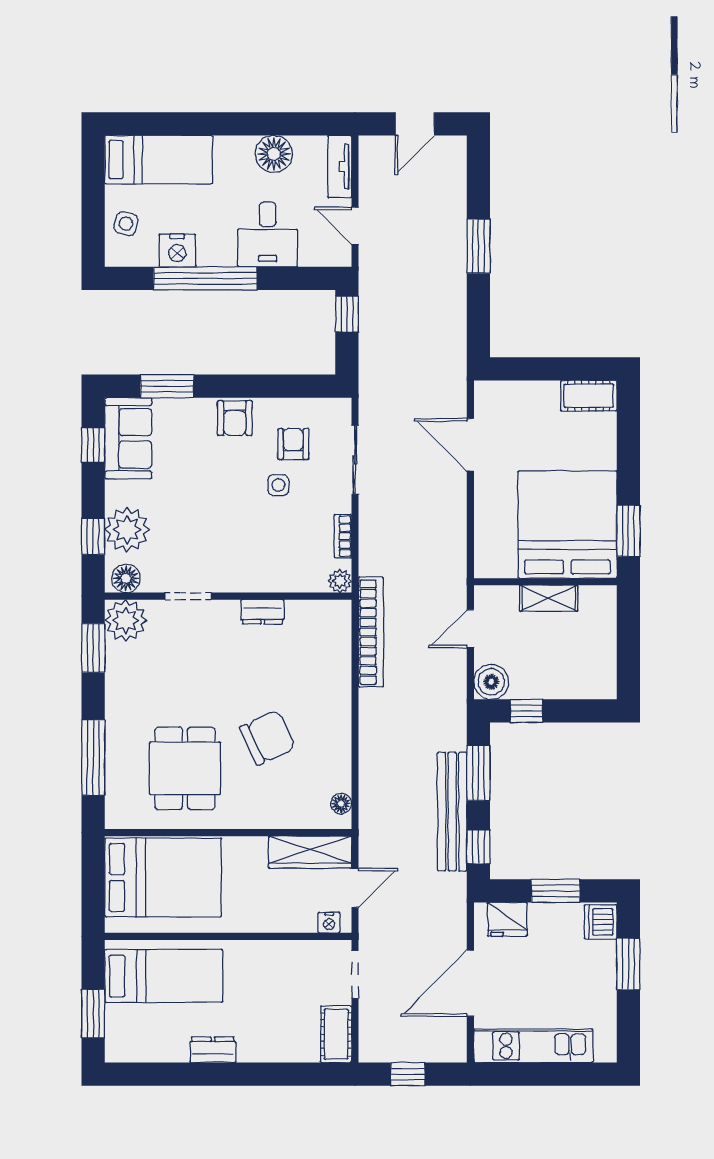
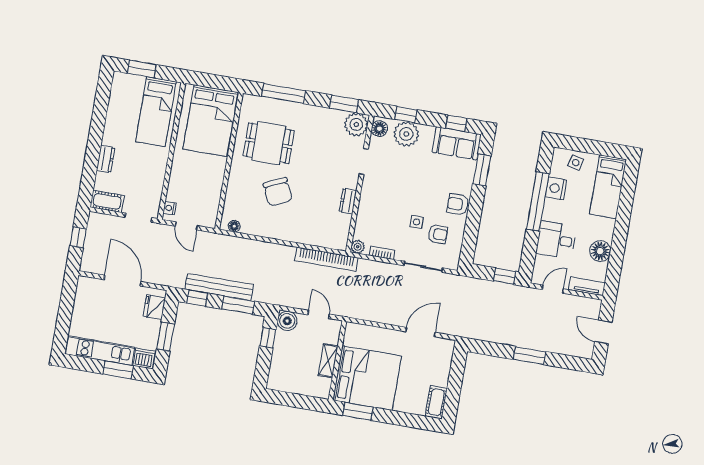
wardrobe: (310, 852) -> (210, 204), removed
kitchen unit: (533, 1046) -> (100, 351), moved, turned -90
dresser: (213, 1050) -> (106, 159), moved

